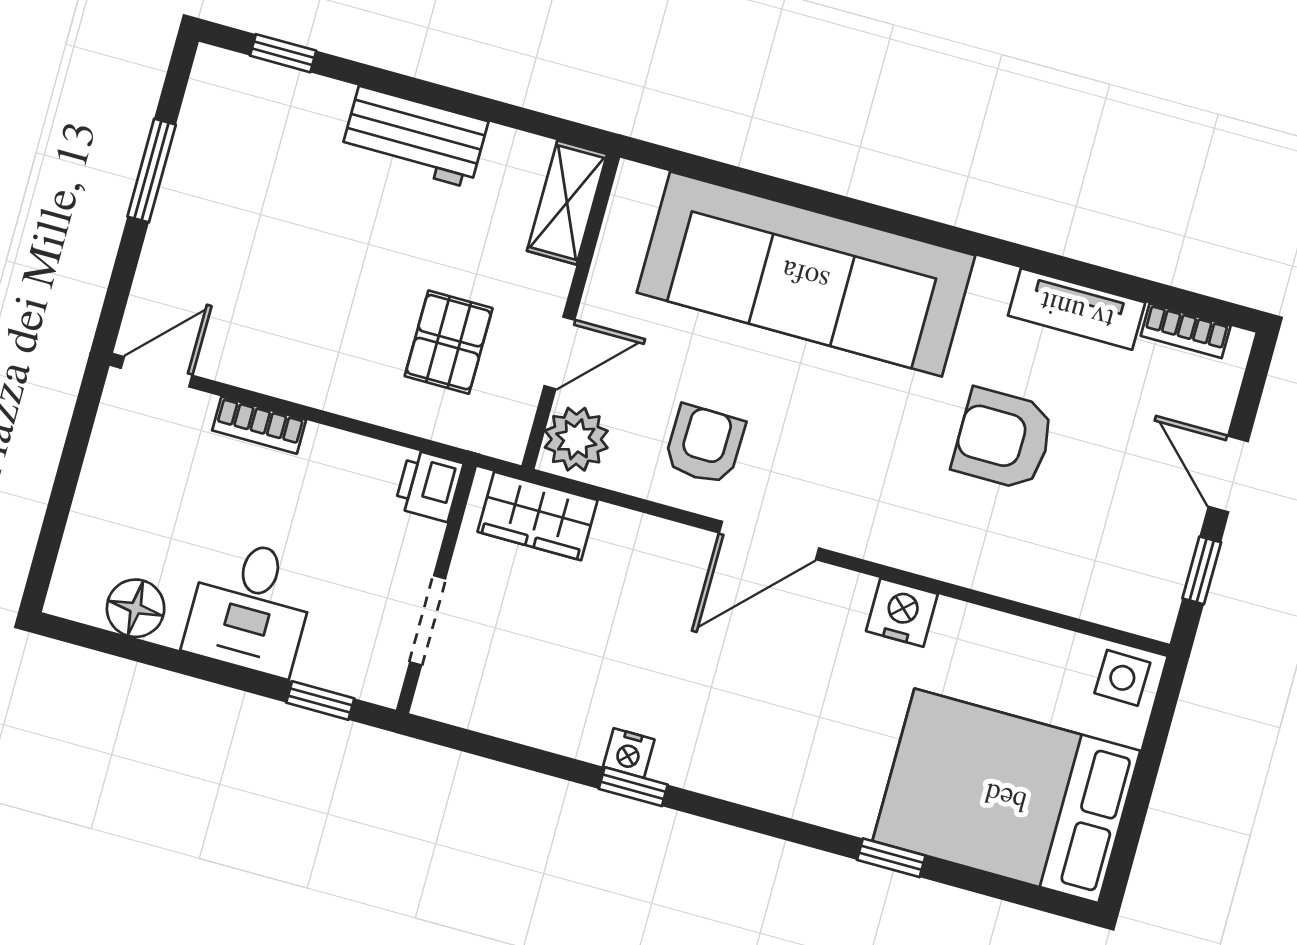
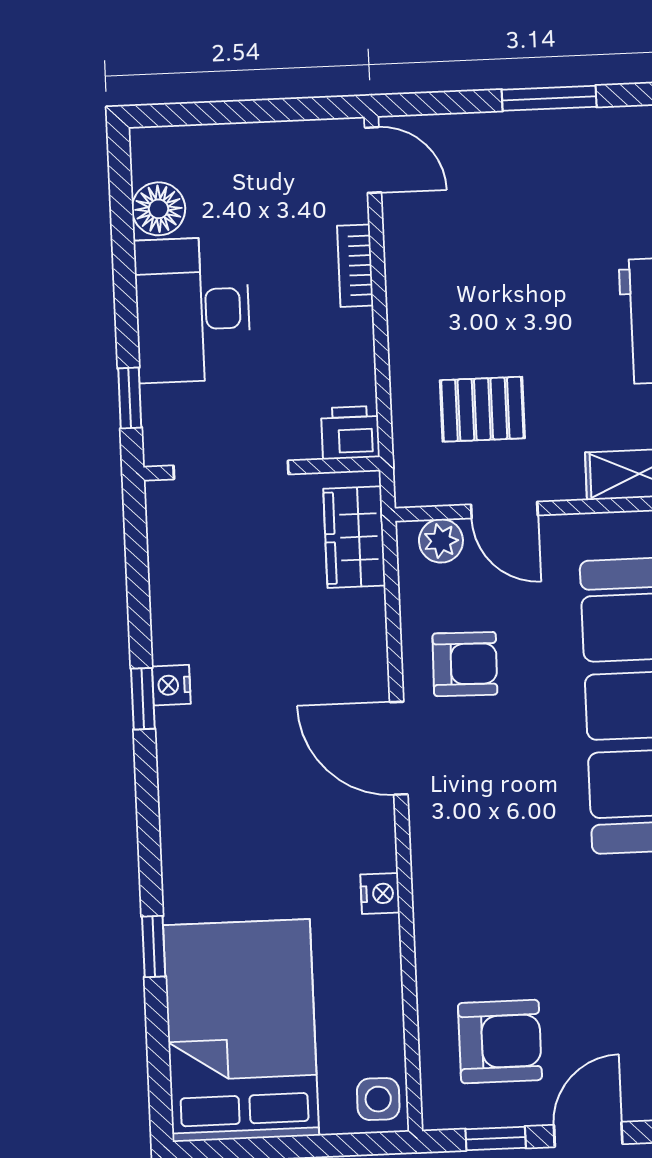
plant: (576, 439) -> (441, 541), width x0.73, depth x0.73
armchair: (1003, 439) -> (500, 1042), moved, turned 90
desk: (250, 607) -> (193, 310), width x1.37
nightstand: (902, 612) -> (380, 893), width x0.72, depth x0.74
doorway: (428, 620) -> (231, 470), width x1.38

